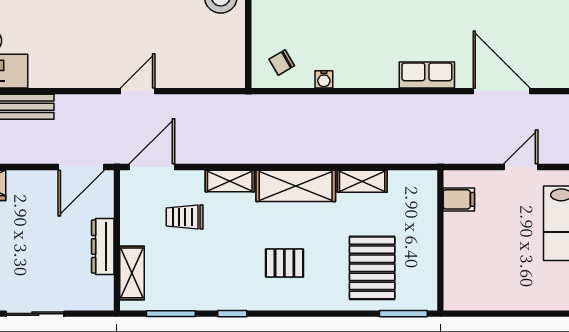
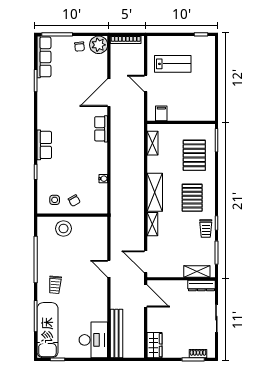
chair: (282, 63) -> (74, 201), moved
shelving: (362, 181) -> (152, 143), moved
trolley: (185, 217) -> (206, 228), moved
dresser: (103, 247) -> (201, 286), moved
pallet: (284, 263) -> (192, 198), width x1.50, depth x1.42
pallet: (372, 268) -> (194, 155), turned 90

